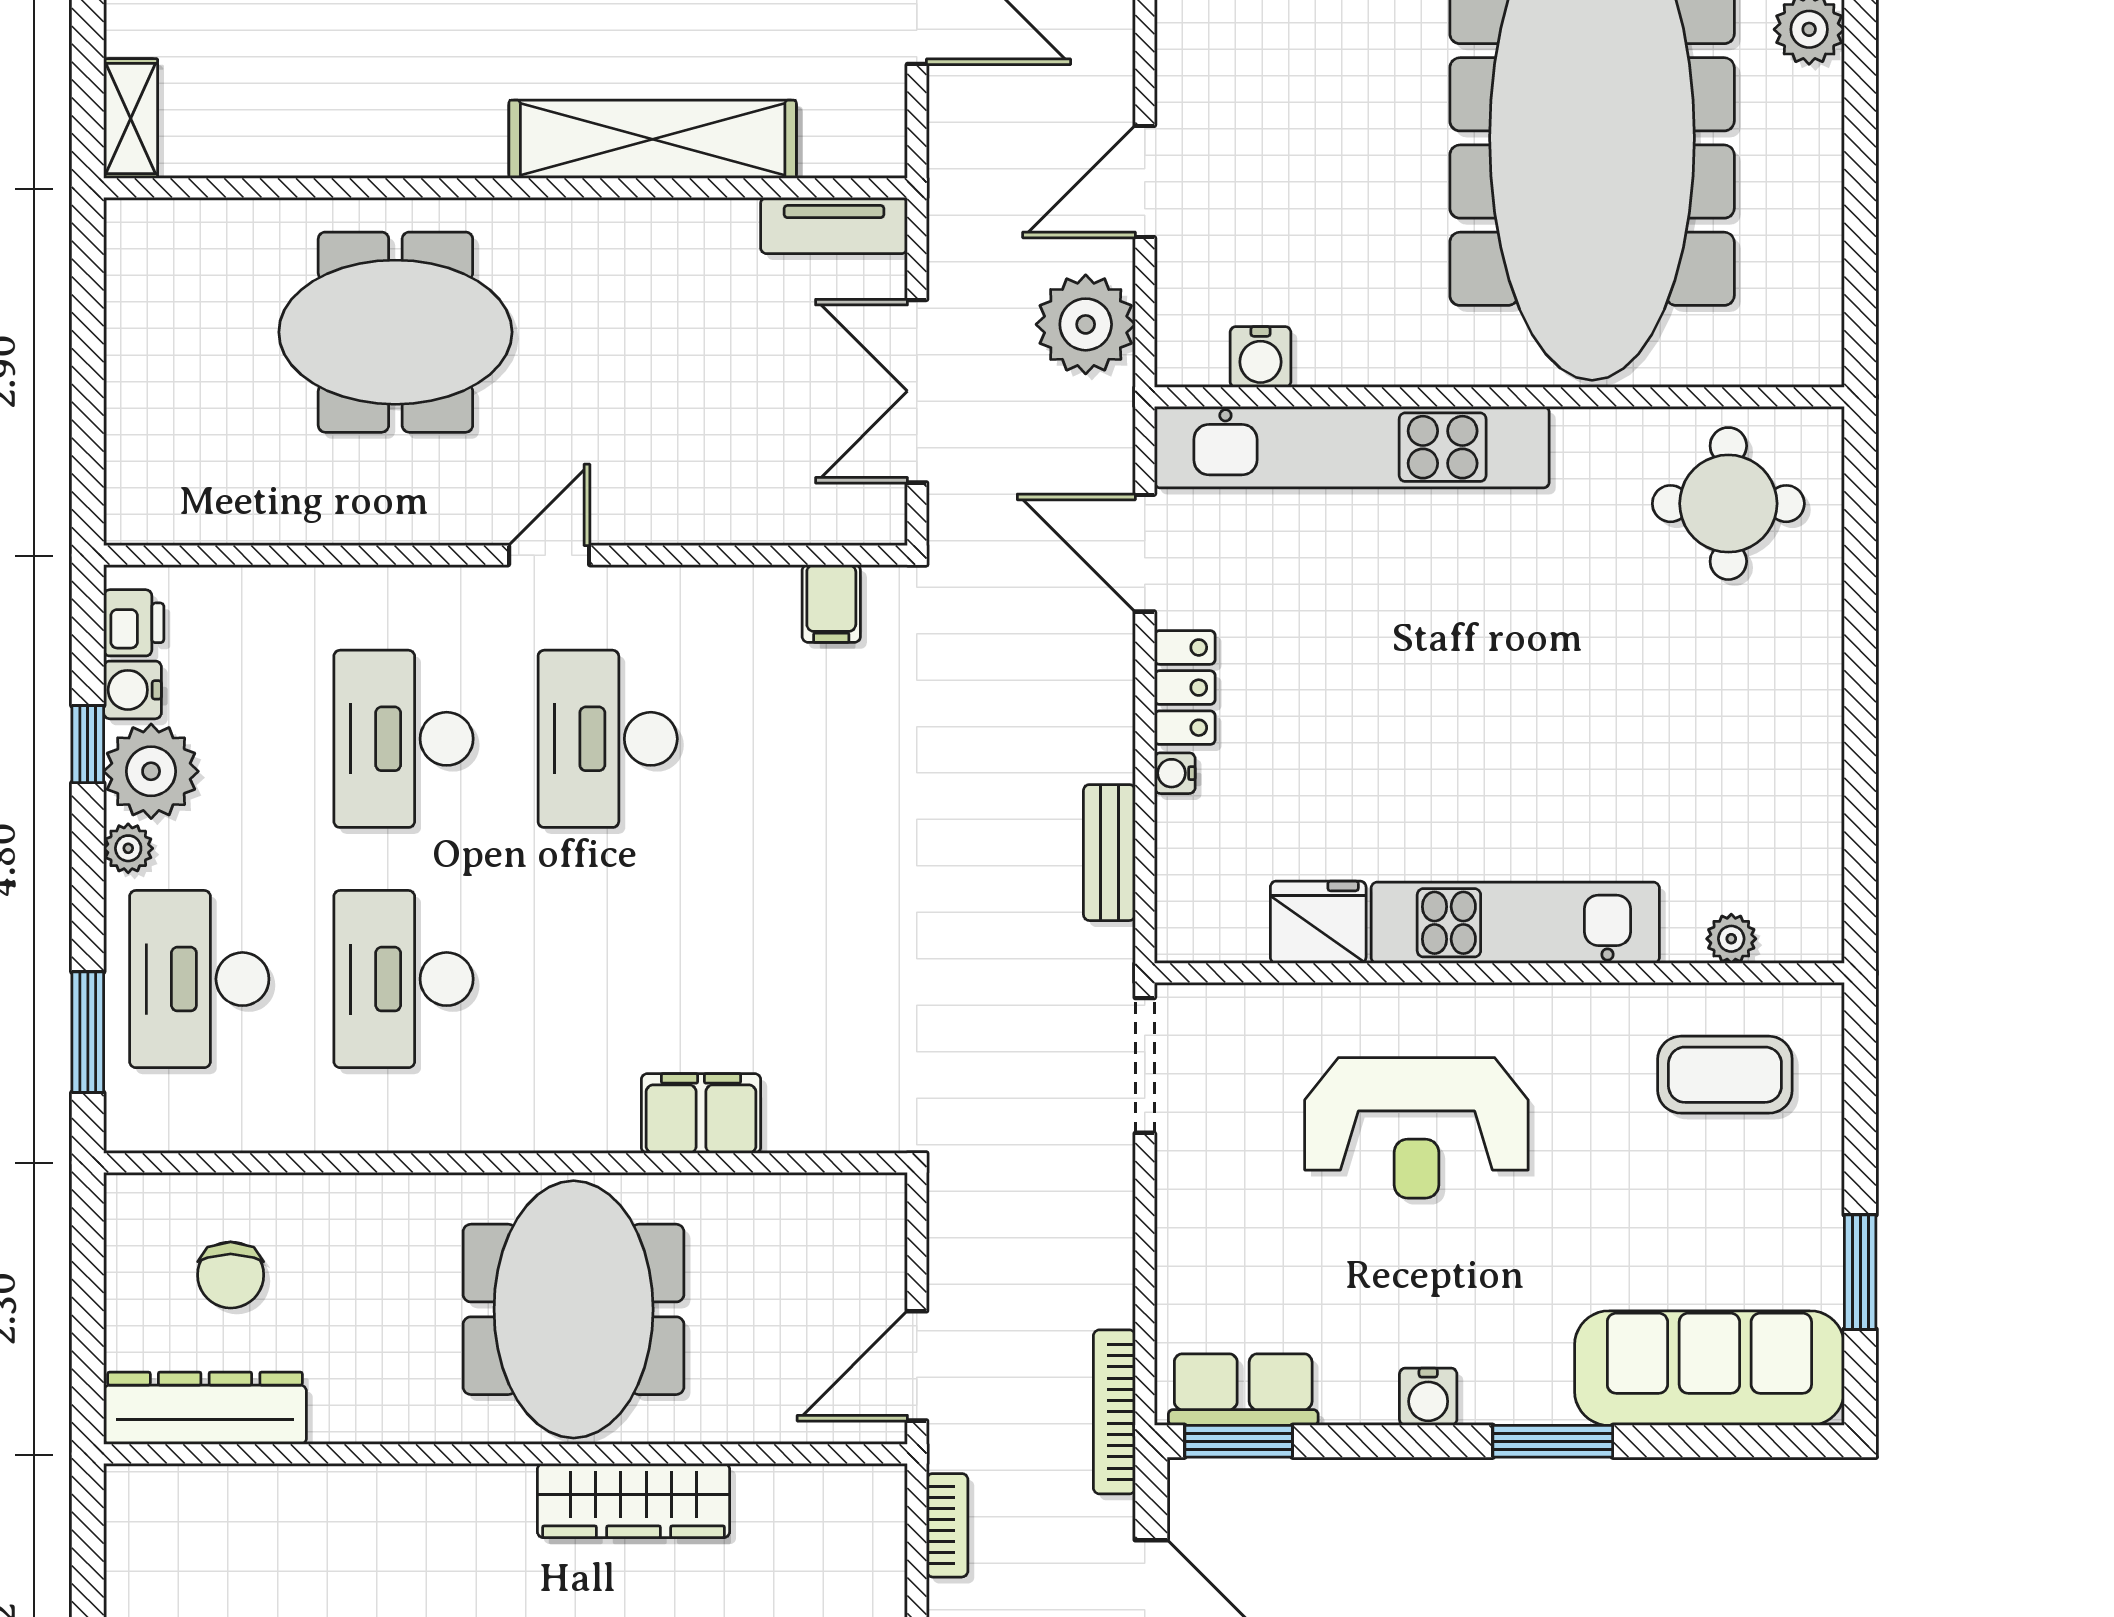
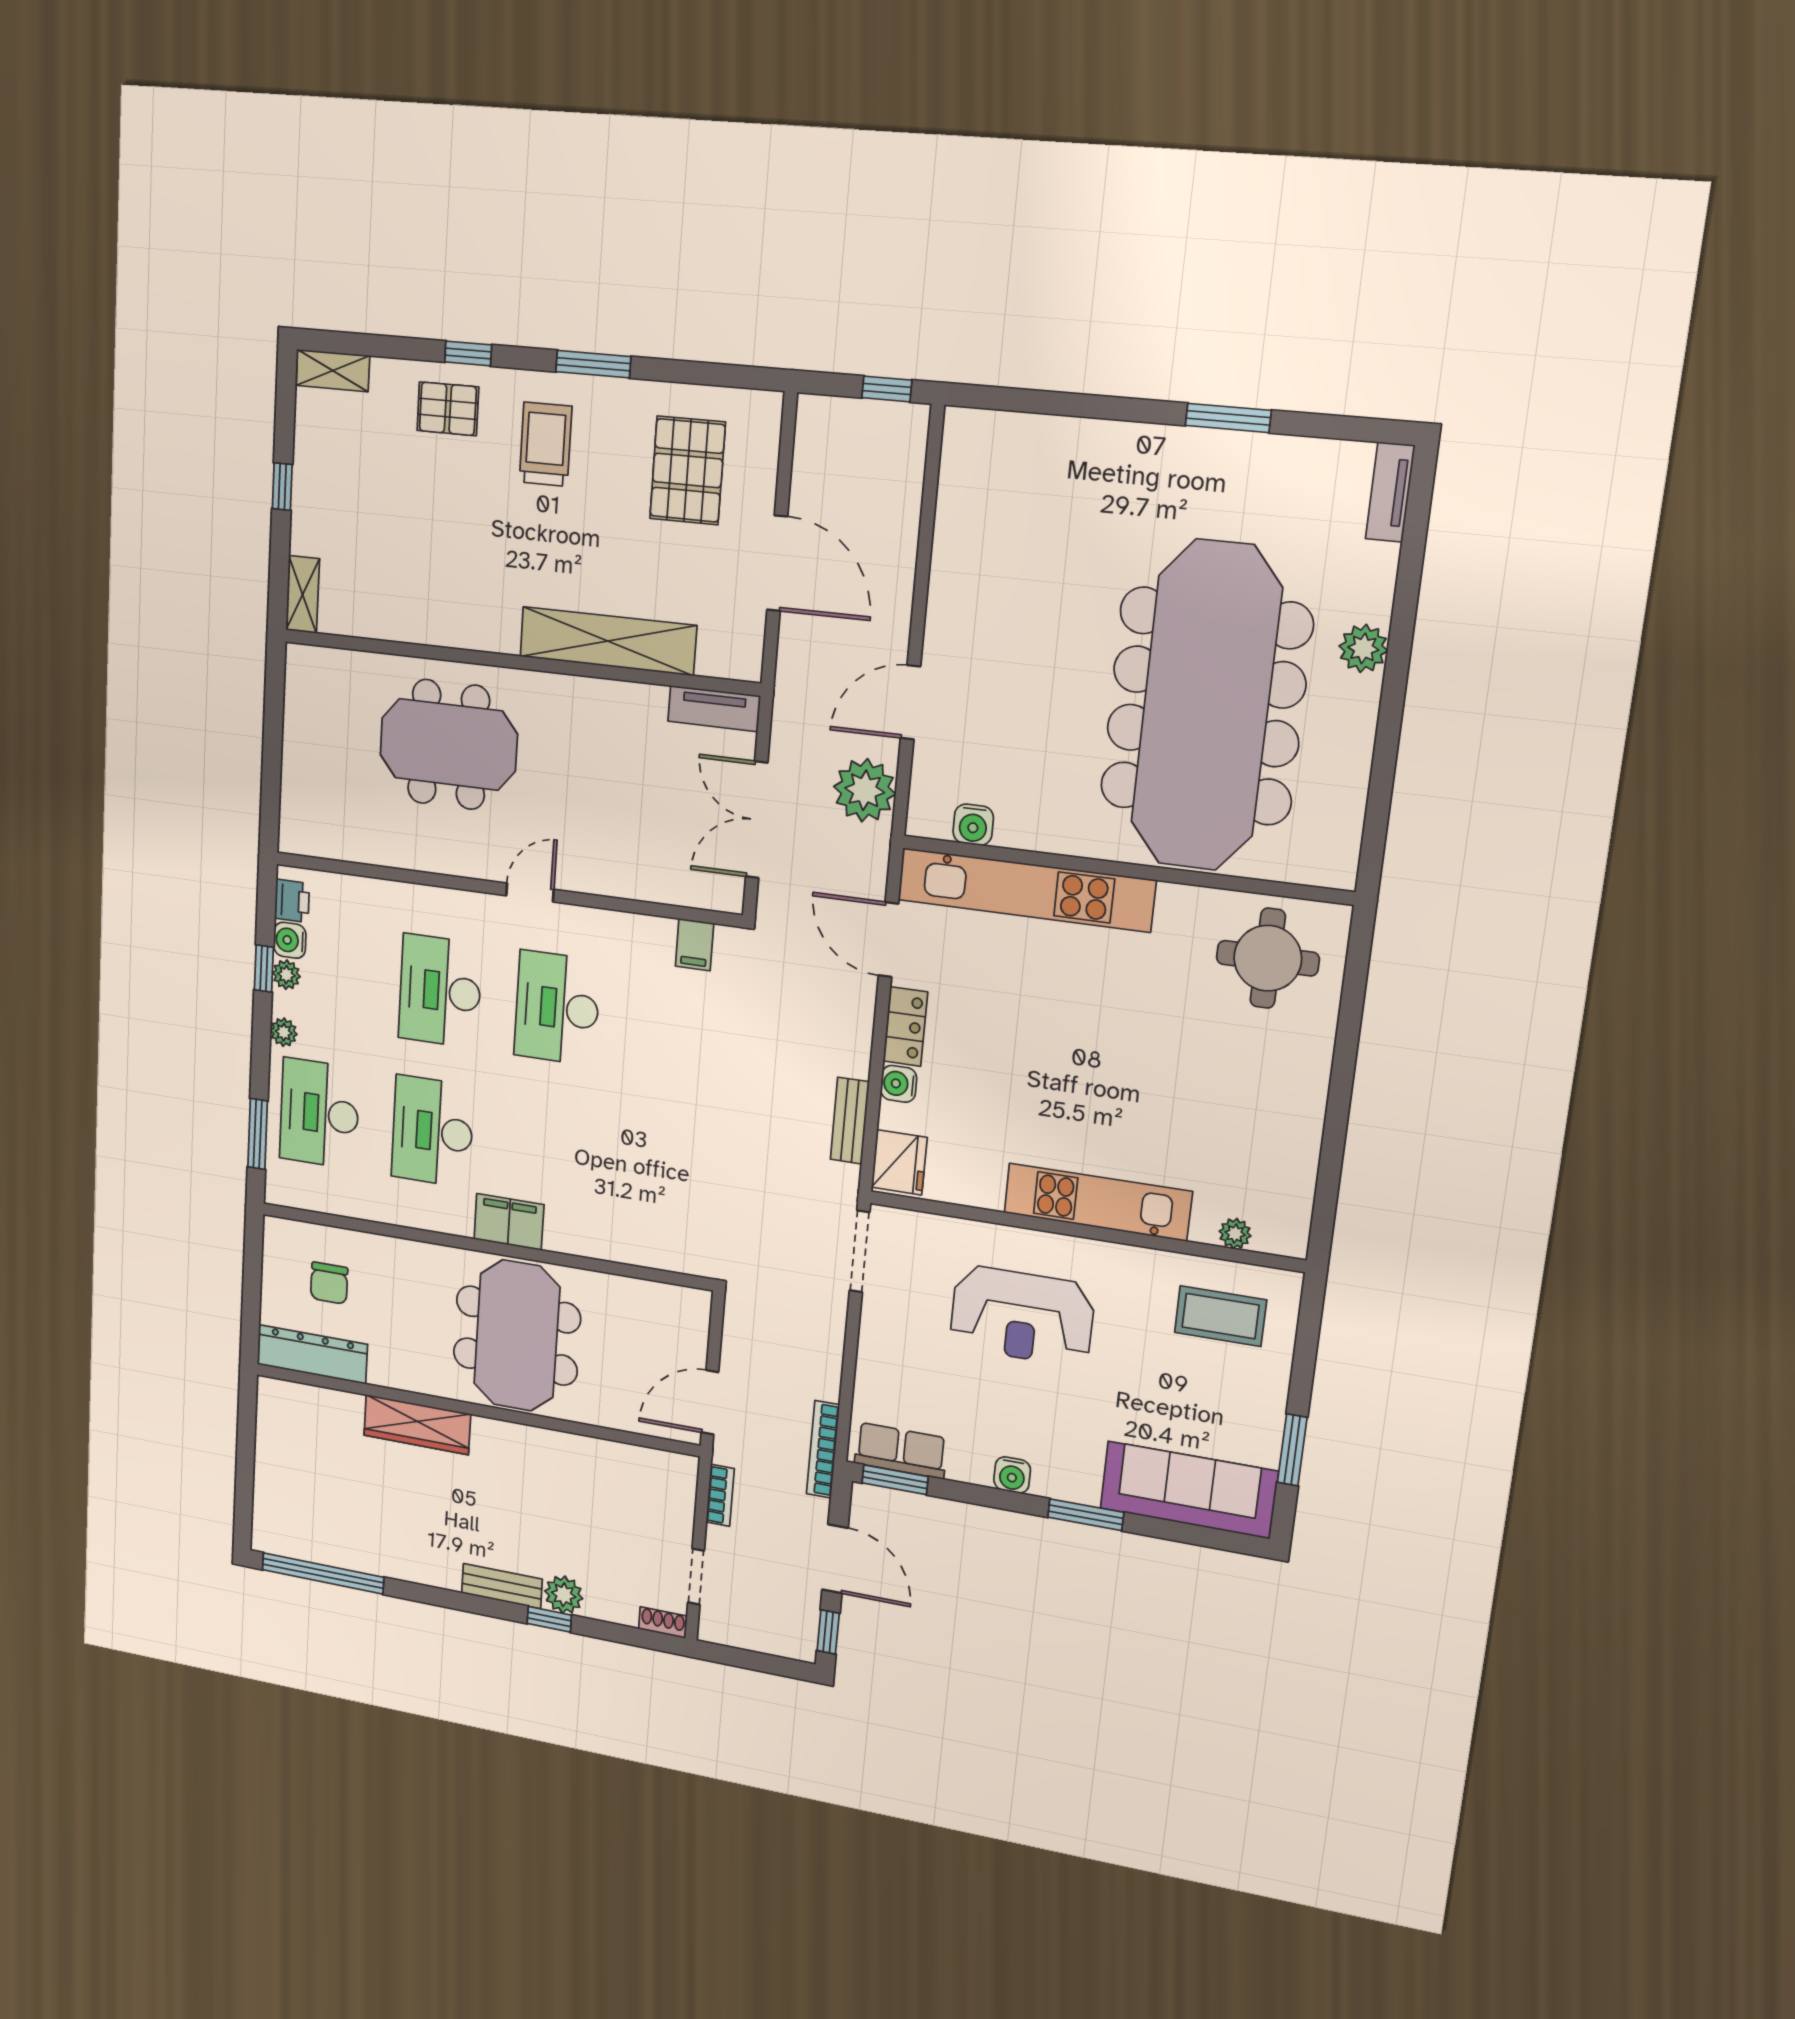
plant: (151, 771) -> (286, 975), width x0.53, depth x0.53
water cooler: (1175, 773) -> (899, 1084), width x1.38, depth x1.38
fridge: (1318, 922) -> (899, 1162), moved, turned 90
filing cabinet: (701, 1113) -> (509, 1222), moved
wardrobe: (634, 1501) -> (417, 1425), moved

